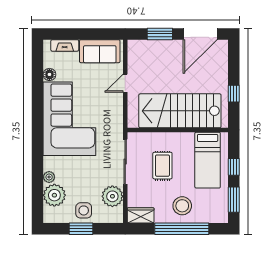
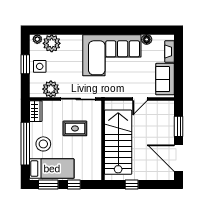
door: (125, 83) -> (140, 99), swing flipped
bed: (208, 160) -> (52, 169), moved, turned 180
plant: (49, 177) -> (37, 39), moved

